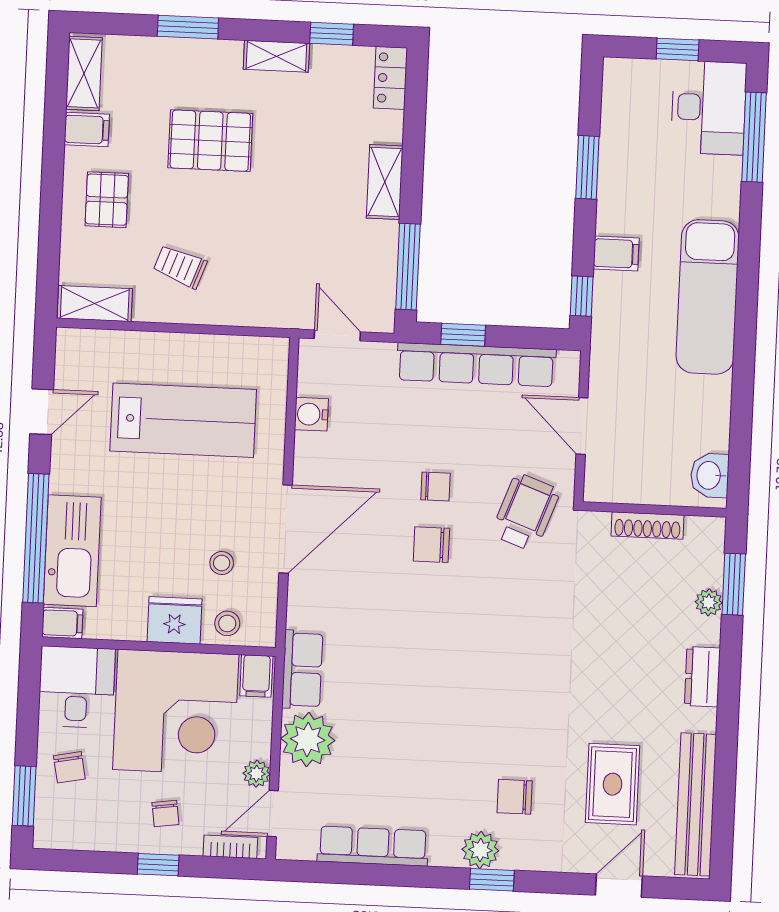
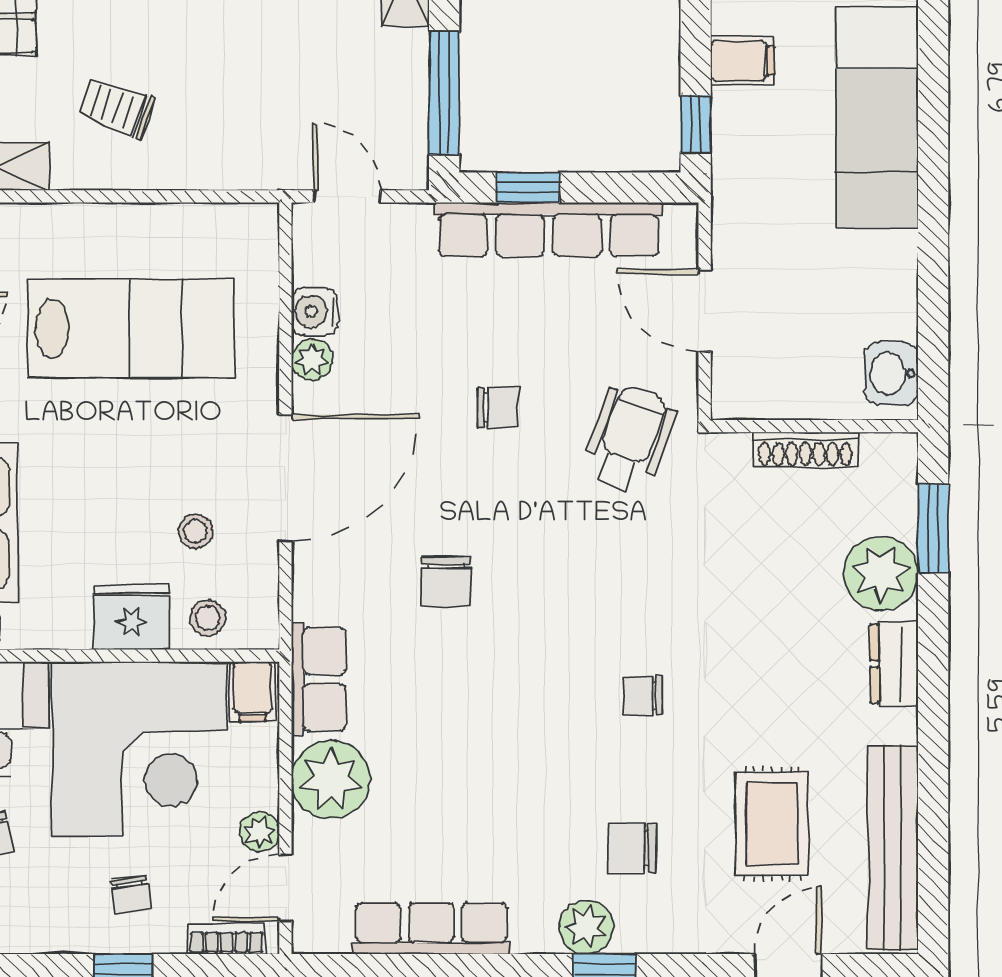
plant: (308, 448) -> (312, 360), added
chair: (431, 545) -> (447, 581), moved, turned -90
plant: (709, 602) -> (881, 573), width x1.88, depth x1.88
chair: (527, 691) -> (643, 695), added

